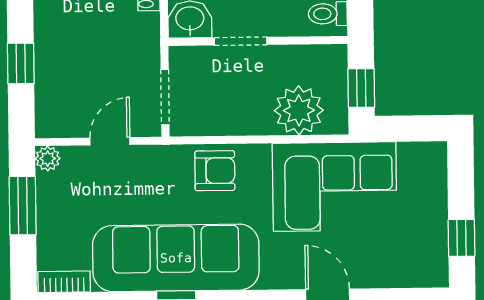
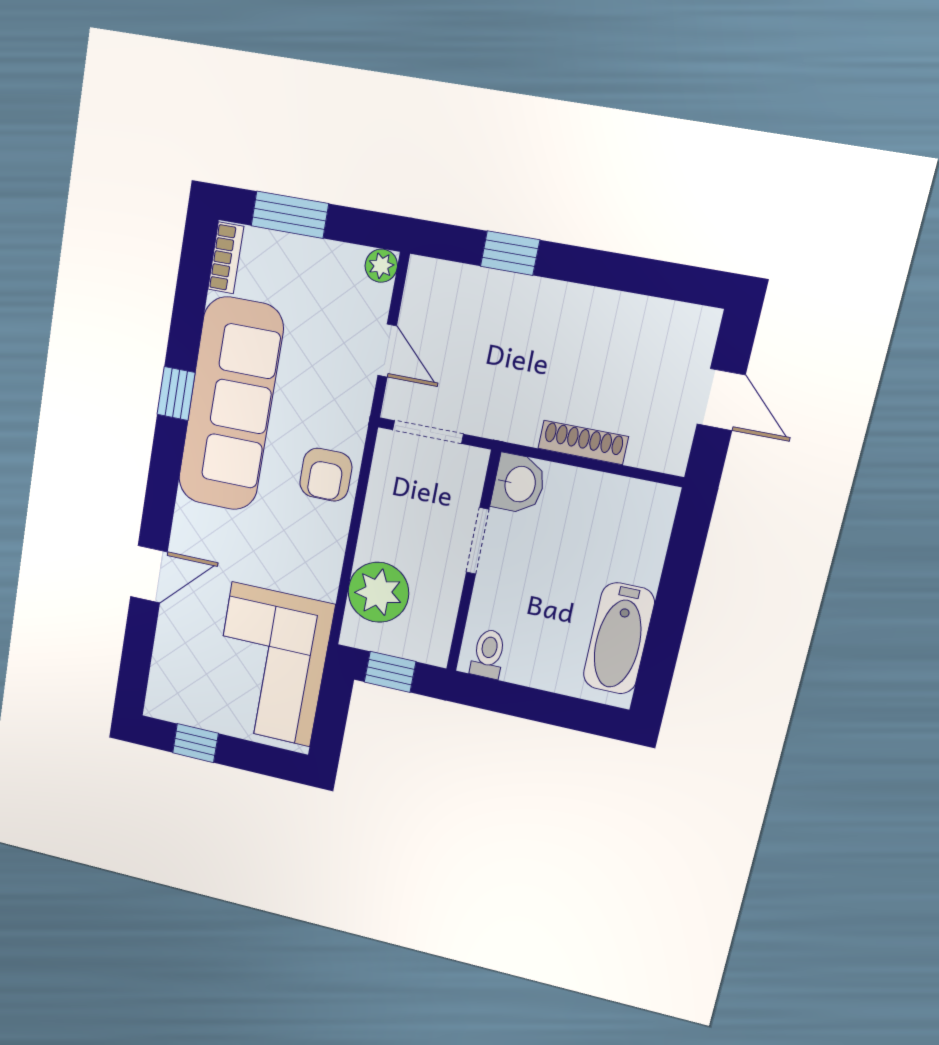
corner sofa: (335, 187) -> (271, 665), moved
window: (23, 206) -> (290, 215), moved

